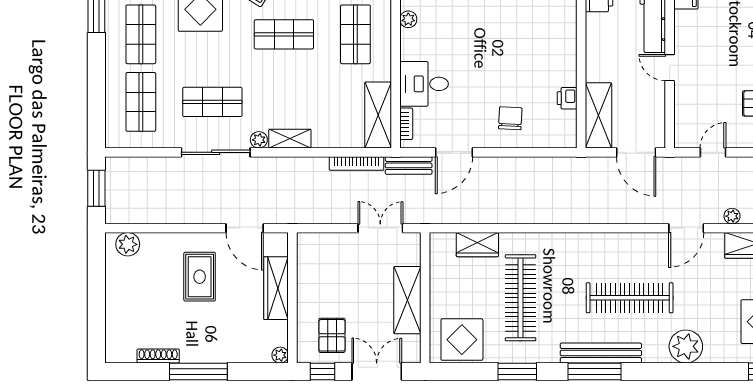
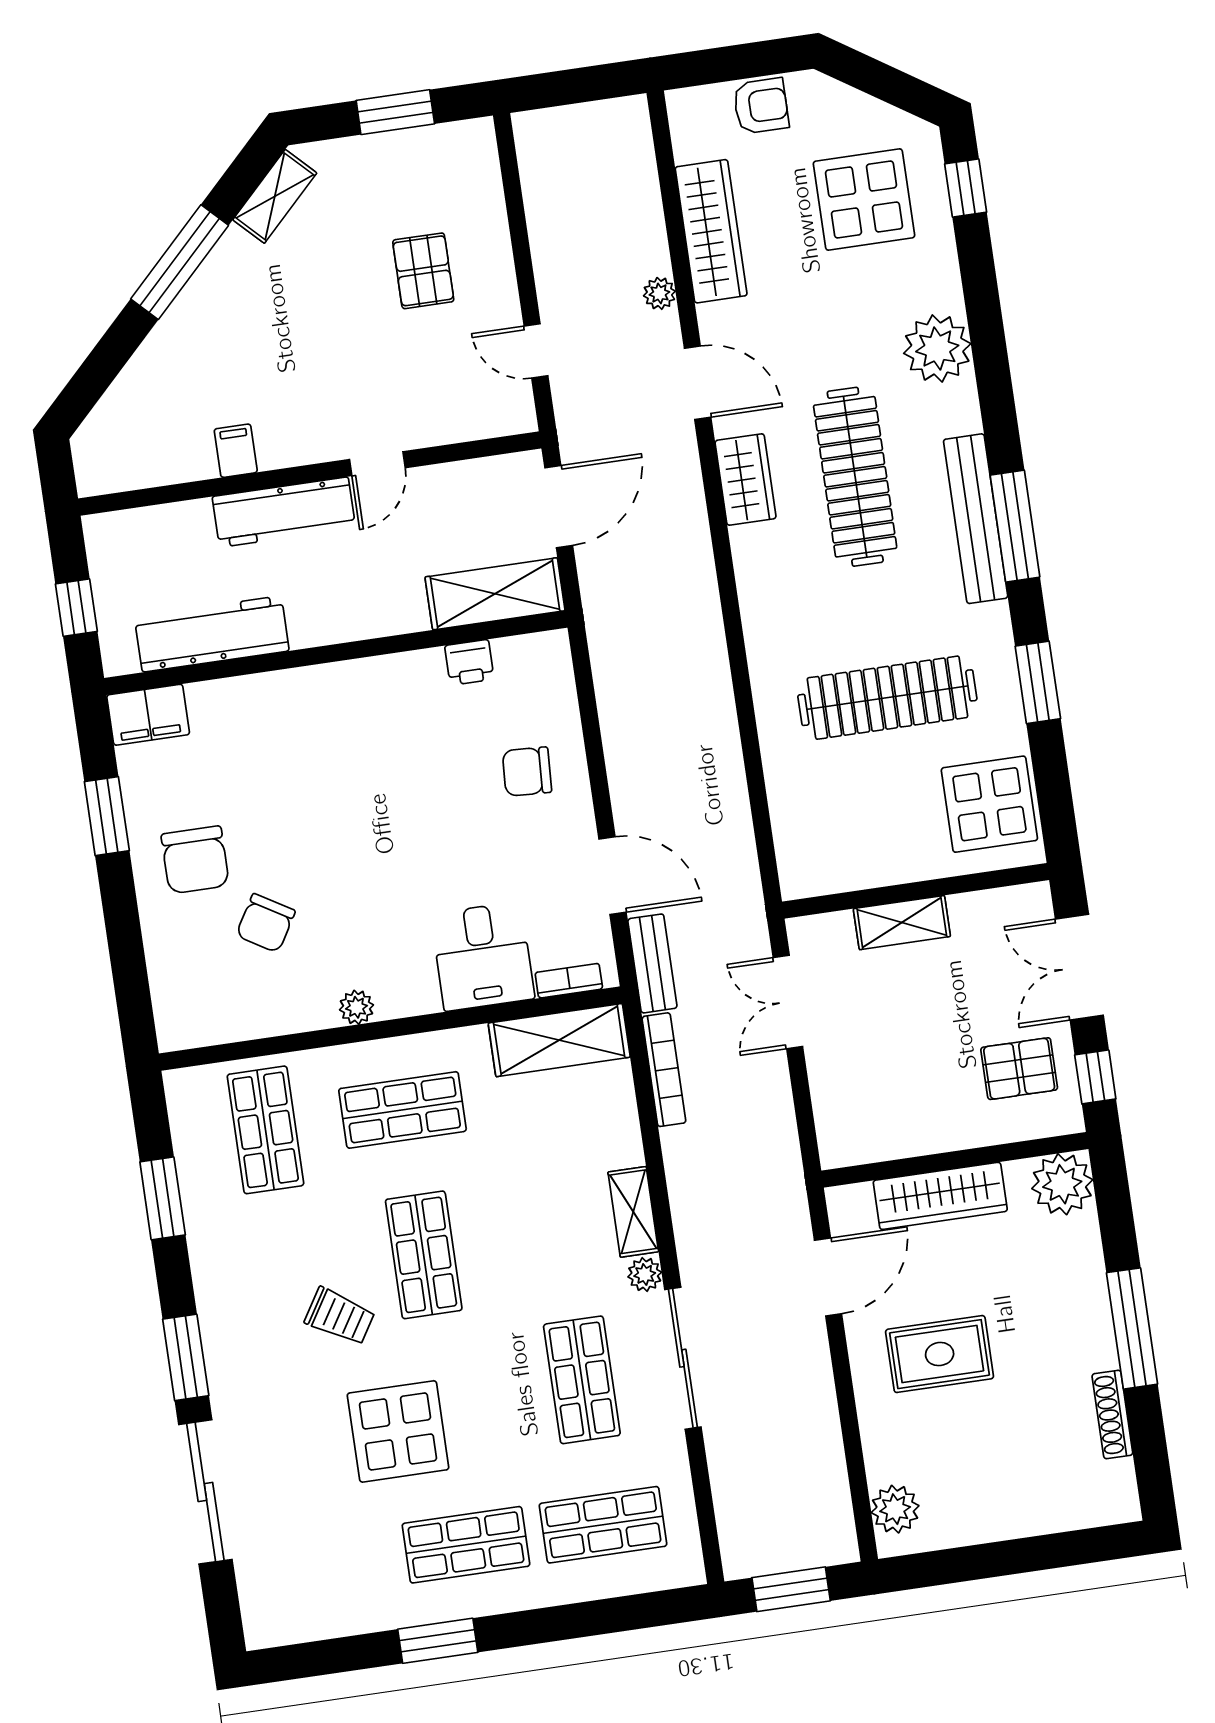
wardrobe: (477, 245) -> (746, 480), moved
shelving: (407, 300) -> (902, 923), width x0.67, depth x0.75
plant: (280, 355) -> (1062, 1184), width x1.88, depth x1.88

